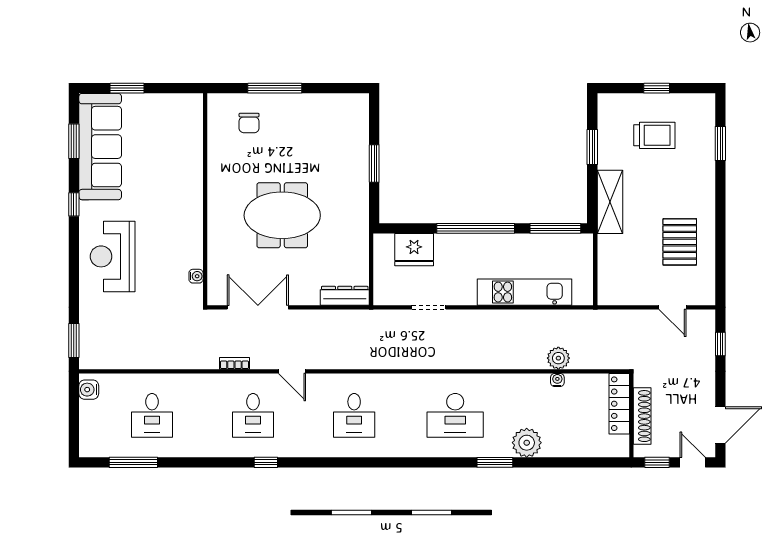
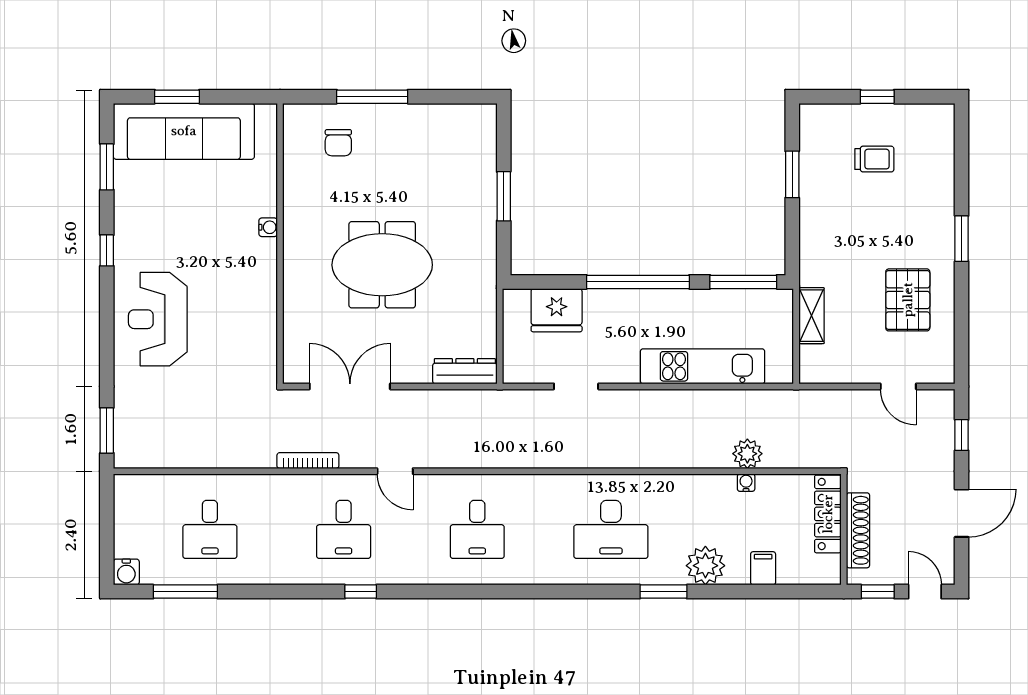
trolley: (654, 135) -> (874, 159), width x0.73, depth x0.72
window: (720, 144) -> (962, 239), moved
sofa: (100, 147) -> (184, 131), moved, turned 90
shelving: (610, 202) -> (811, 316), moved, width x0.67, depth x0.75
water cooler: (196, 276) -> (268, 227), moved
bookcase: (234, 363) -> (308, 461), width x1.56
water cooler: (89, 390) -> (126, 572), moved, turned -90
door: (720, 425) -> (962, 513), moved
filing cabinet: (570, 445) -> (763, 568), added

